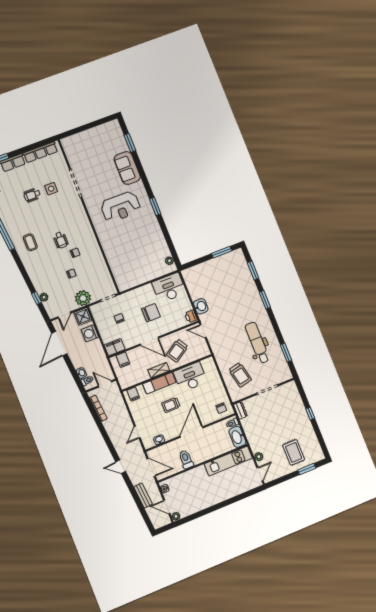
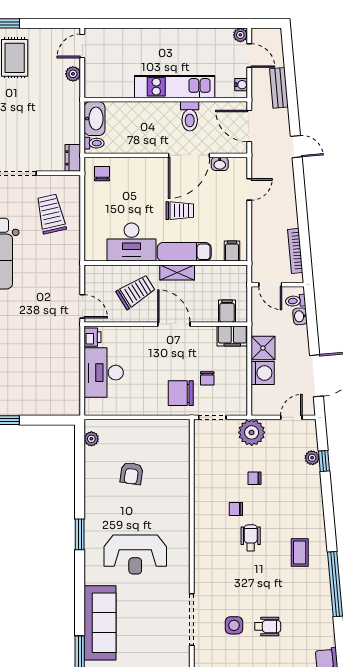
sofa: (127, 168) -> (100, 623), width x1.36
reception desk: (121, 207) -> (135, 555), turned 180
armchair: (140, 250) -> (132, 473), added
desk: (169, 288) -> (104, 373), moved, turned 90
washbasin: (201, 306) -> (70, 347), removed
chair: (151, 313) -> (181, 393), moved
shower: (83, 316) -> (263, 348), moved
door: (192, 432) -> (189, 155), moved
kitchen unit: (228, 461) -> (175, 87), moved

